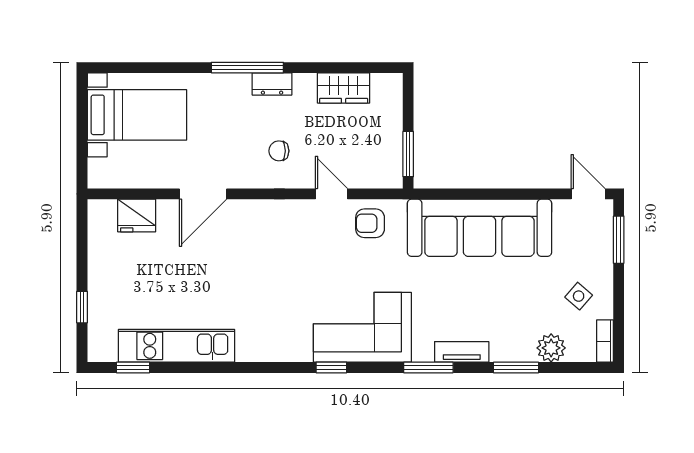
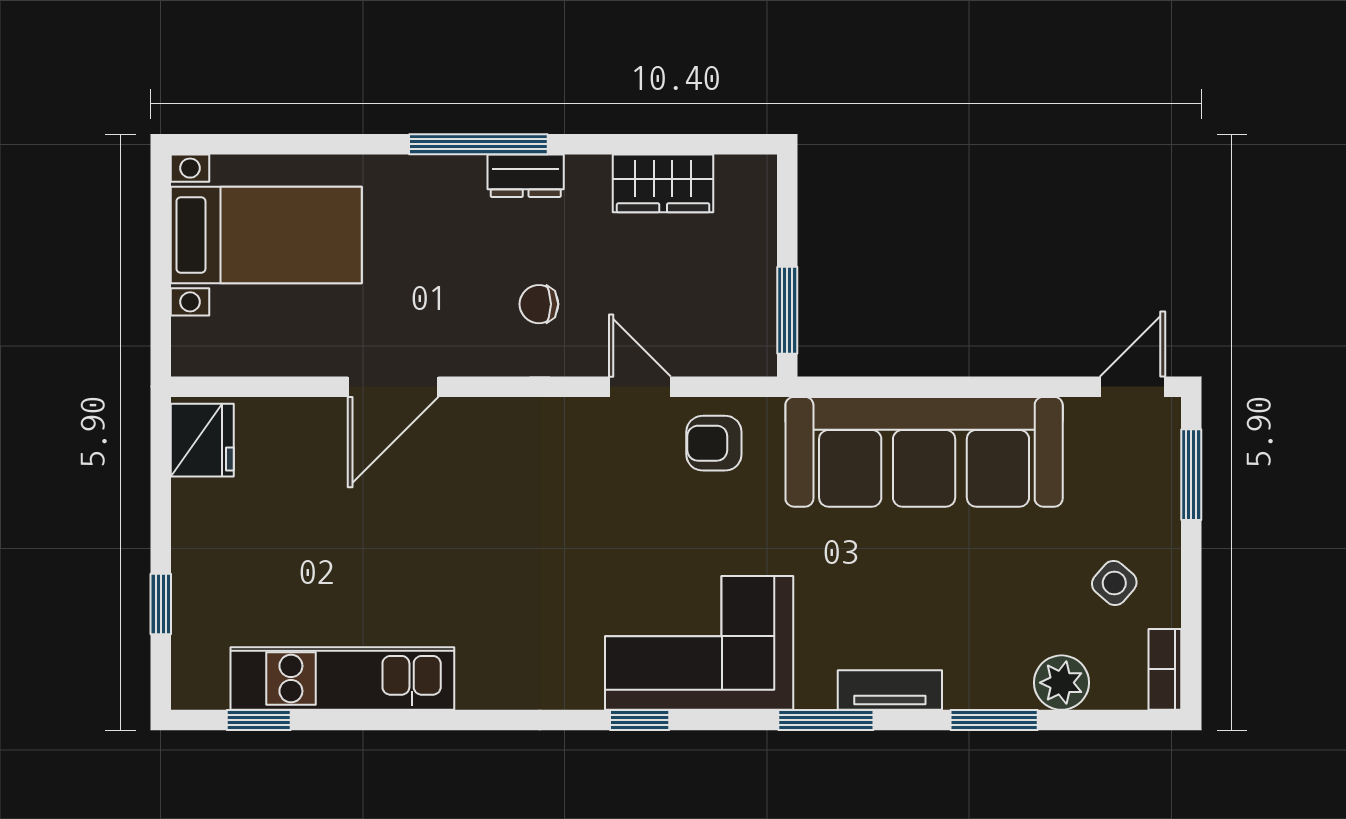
door: (588, 194) -> (1132, 387), hinge flipped
fridge: (137, 215) -> (202, 440), moved, turned -90

